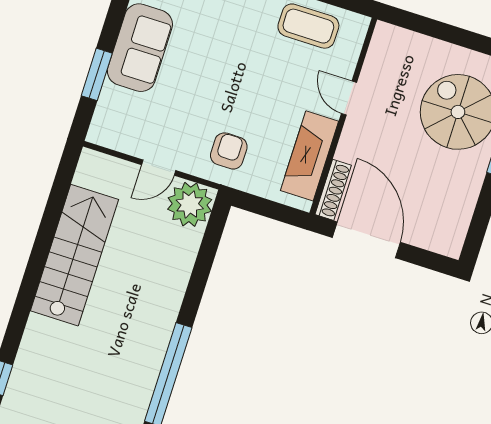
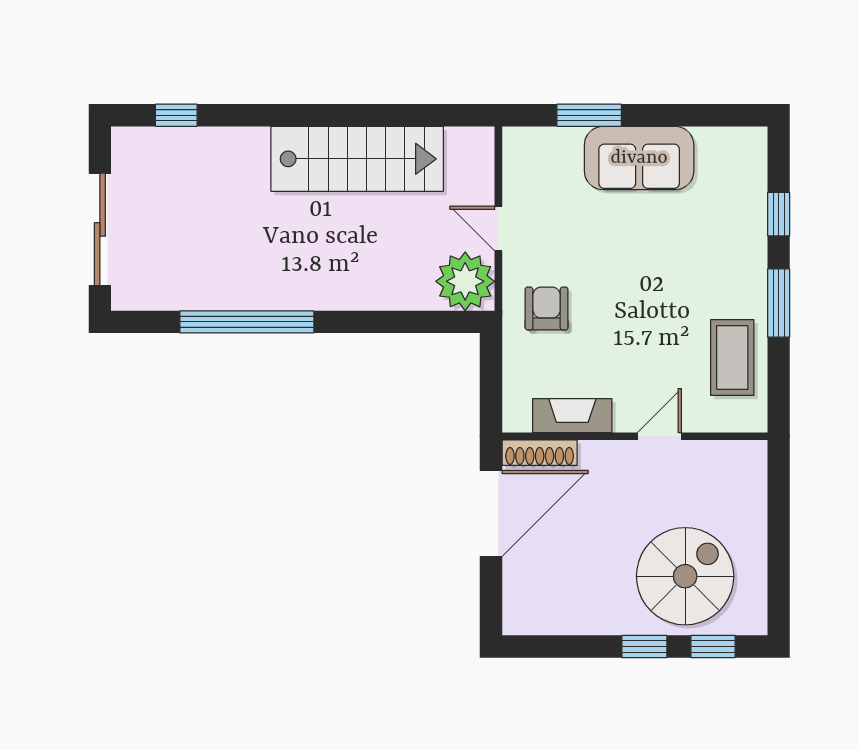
armchair: (229, 151) -> (547, 308), turned -90
fireplace: (310, 156) -> (572, 416), width x0.73, depth x0.76

